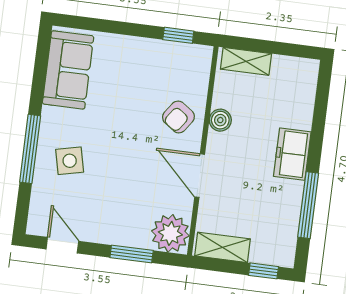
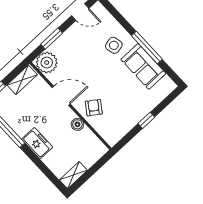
window: (178, 35) -> (146, 120), moved
shelving: (246, 61) -> (73, 175), moved
sofa: (68, 70) -> (143, 66), moved
window: (30, 149) -> (147, 47), moved

